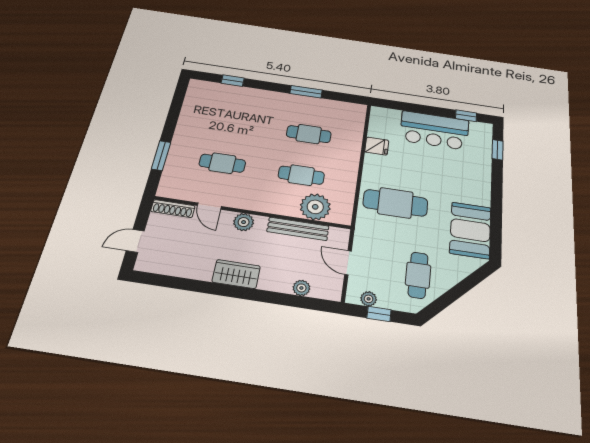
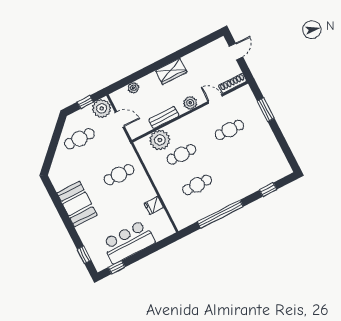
window: (306, 92) -> (220, 214), width x2.11
cafe table: (395, 203) -> (119, 175), width x0.73, depth x0.74
bench: (298, 229) -> (164, 118), width x0.73
booth: (470, 230) -> (77, 204), moved
cafe table: (418, 275) -> (79, 139), turned 90
plant: (369, 299) -> (102, 108), width x1.88, depth x1.88

